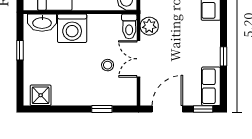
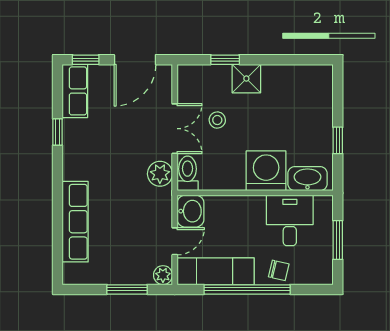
shower: (41, 95) -> (246, 79), moved

